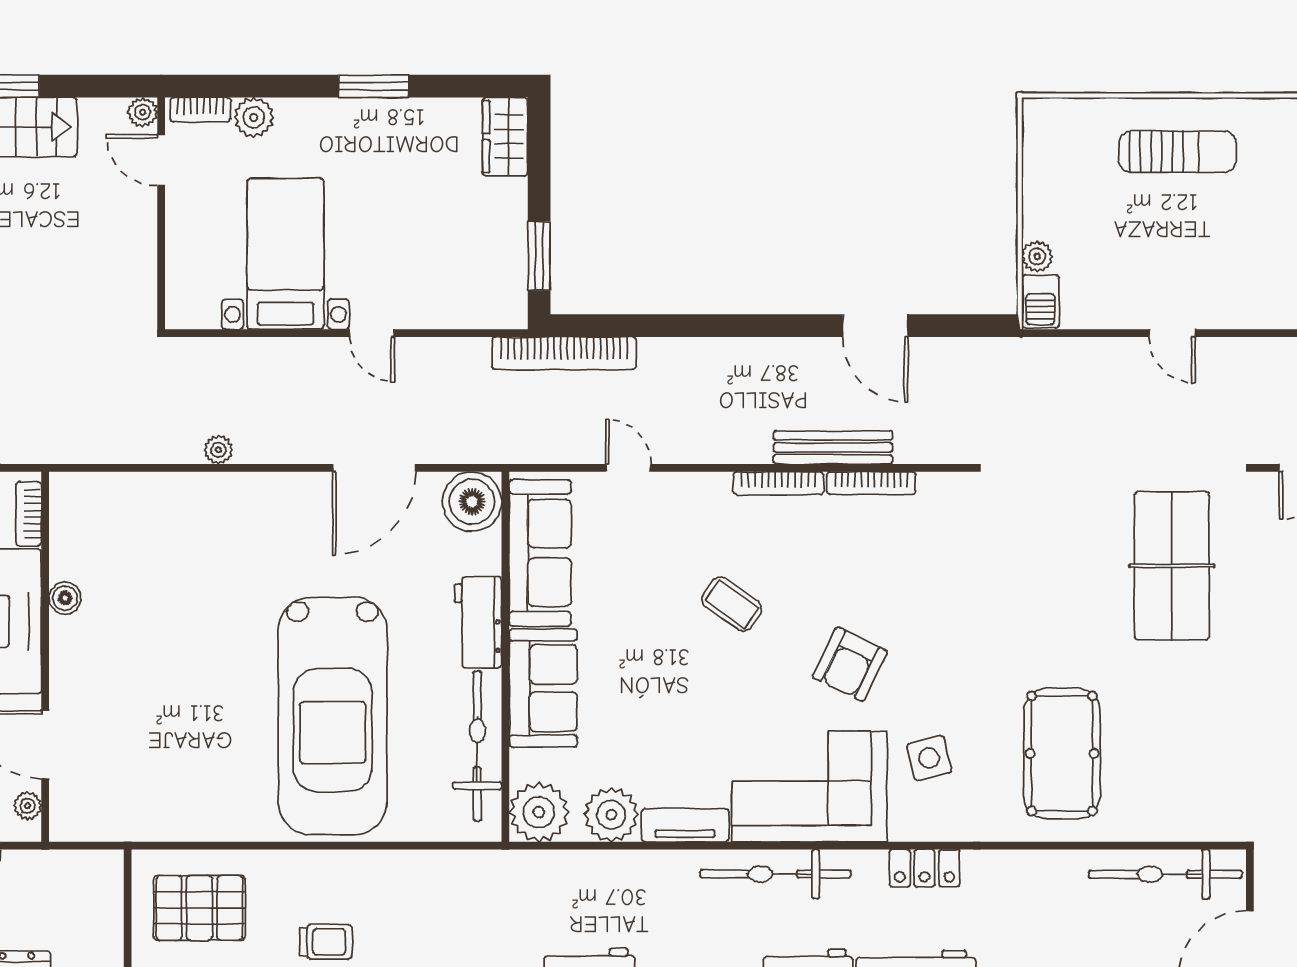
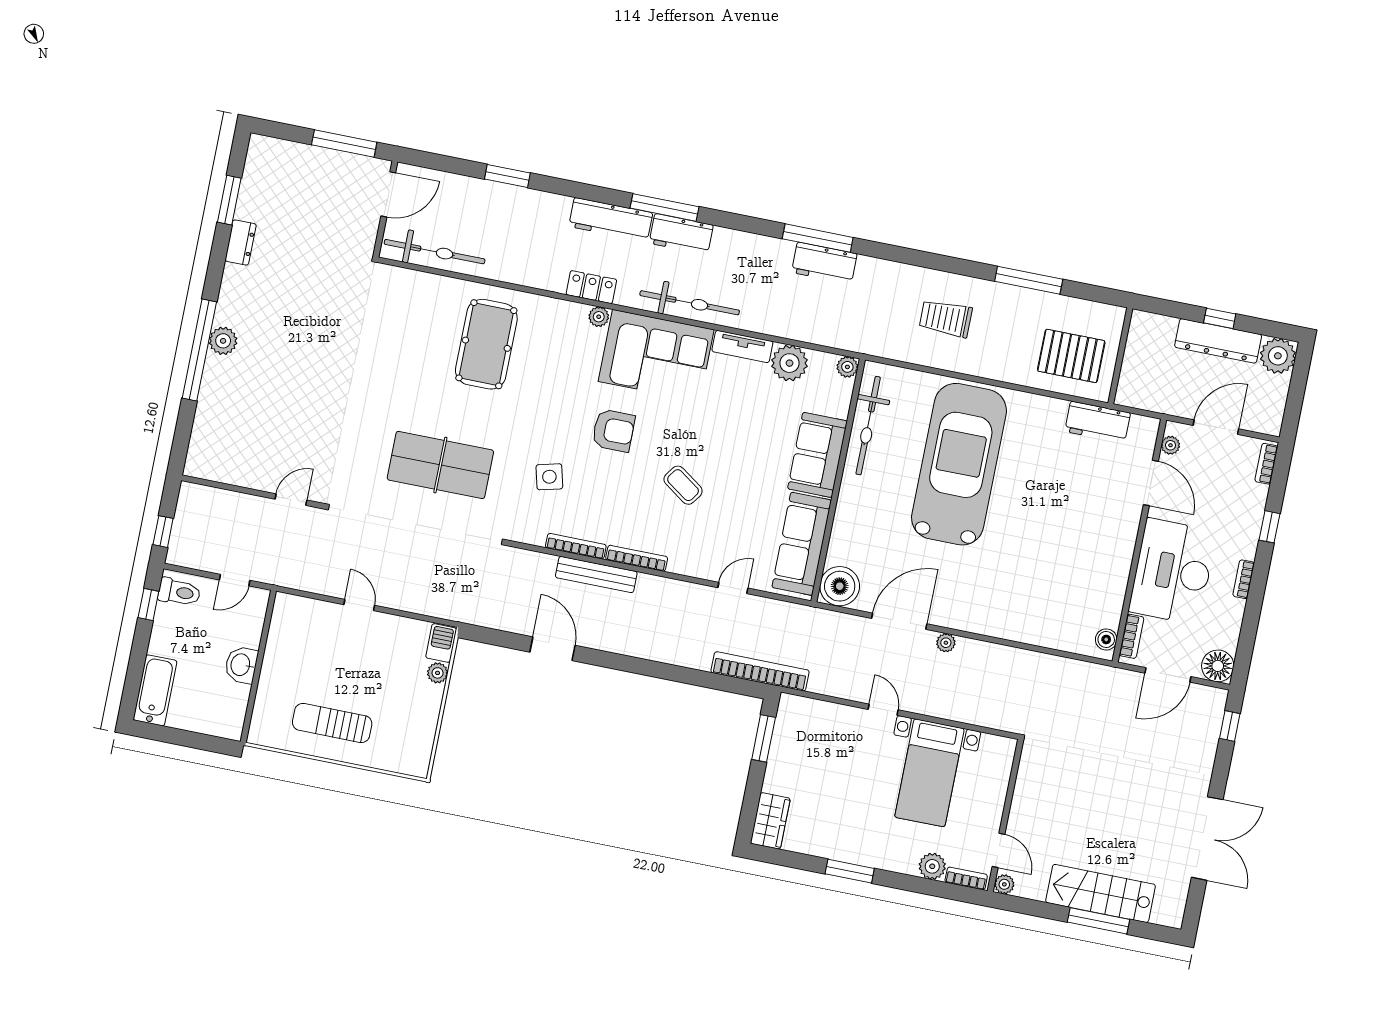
plant: (218, 450) -> (946, 643), moved
door: (628, 468) -> (733, 588), swing flipped
table tennis table: (1172, 566) -> (440, 465), moved, turned 90
boiler: (65, 598) -> (1106, 639), moved
workbench: (478, 622) -> (1098, 422), moved, turned 90
armchair: (850, 664) -> (613, 430), turned 64
side table: (929, 758) -> (549, 477), moved
plant: (539, 812) -> (847, 367), width x0.53, depth x0.53
plant: (905, 827) -> (599, 317), added
trolley: (326, 942) -> (946, 318), moved, width x1.36, depth x1.39

